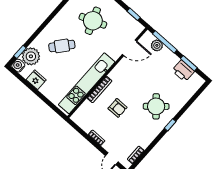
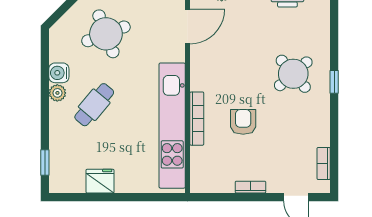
plant: (31, 56) -> (57, 93), moved, width x0.53, depth x0.53
water cooler: (18, 66) -> (59, 73), moved
armchair: (118, 108) -> (243, 122), turned -90

